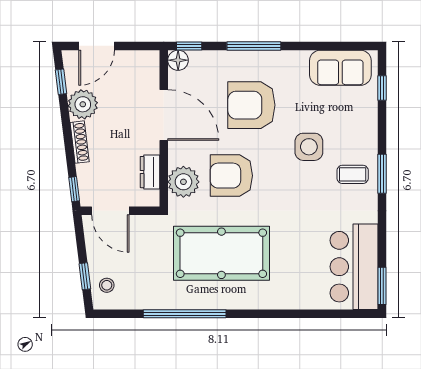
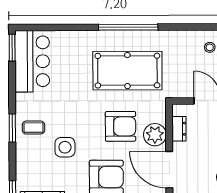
plant: (183, 182) -> (155, 135), moved
window: (185, 314) -> (128, 27), moved

